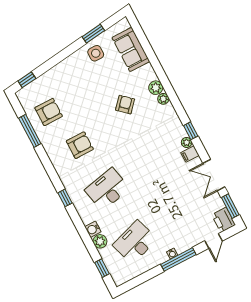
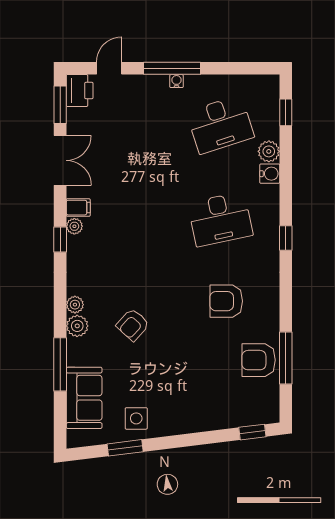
window: (154, 61) -> (60, 364), added
armchair: (49, 112) -> (259, 360), moved

